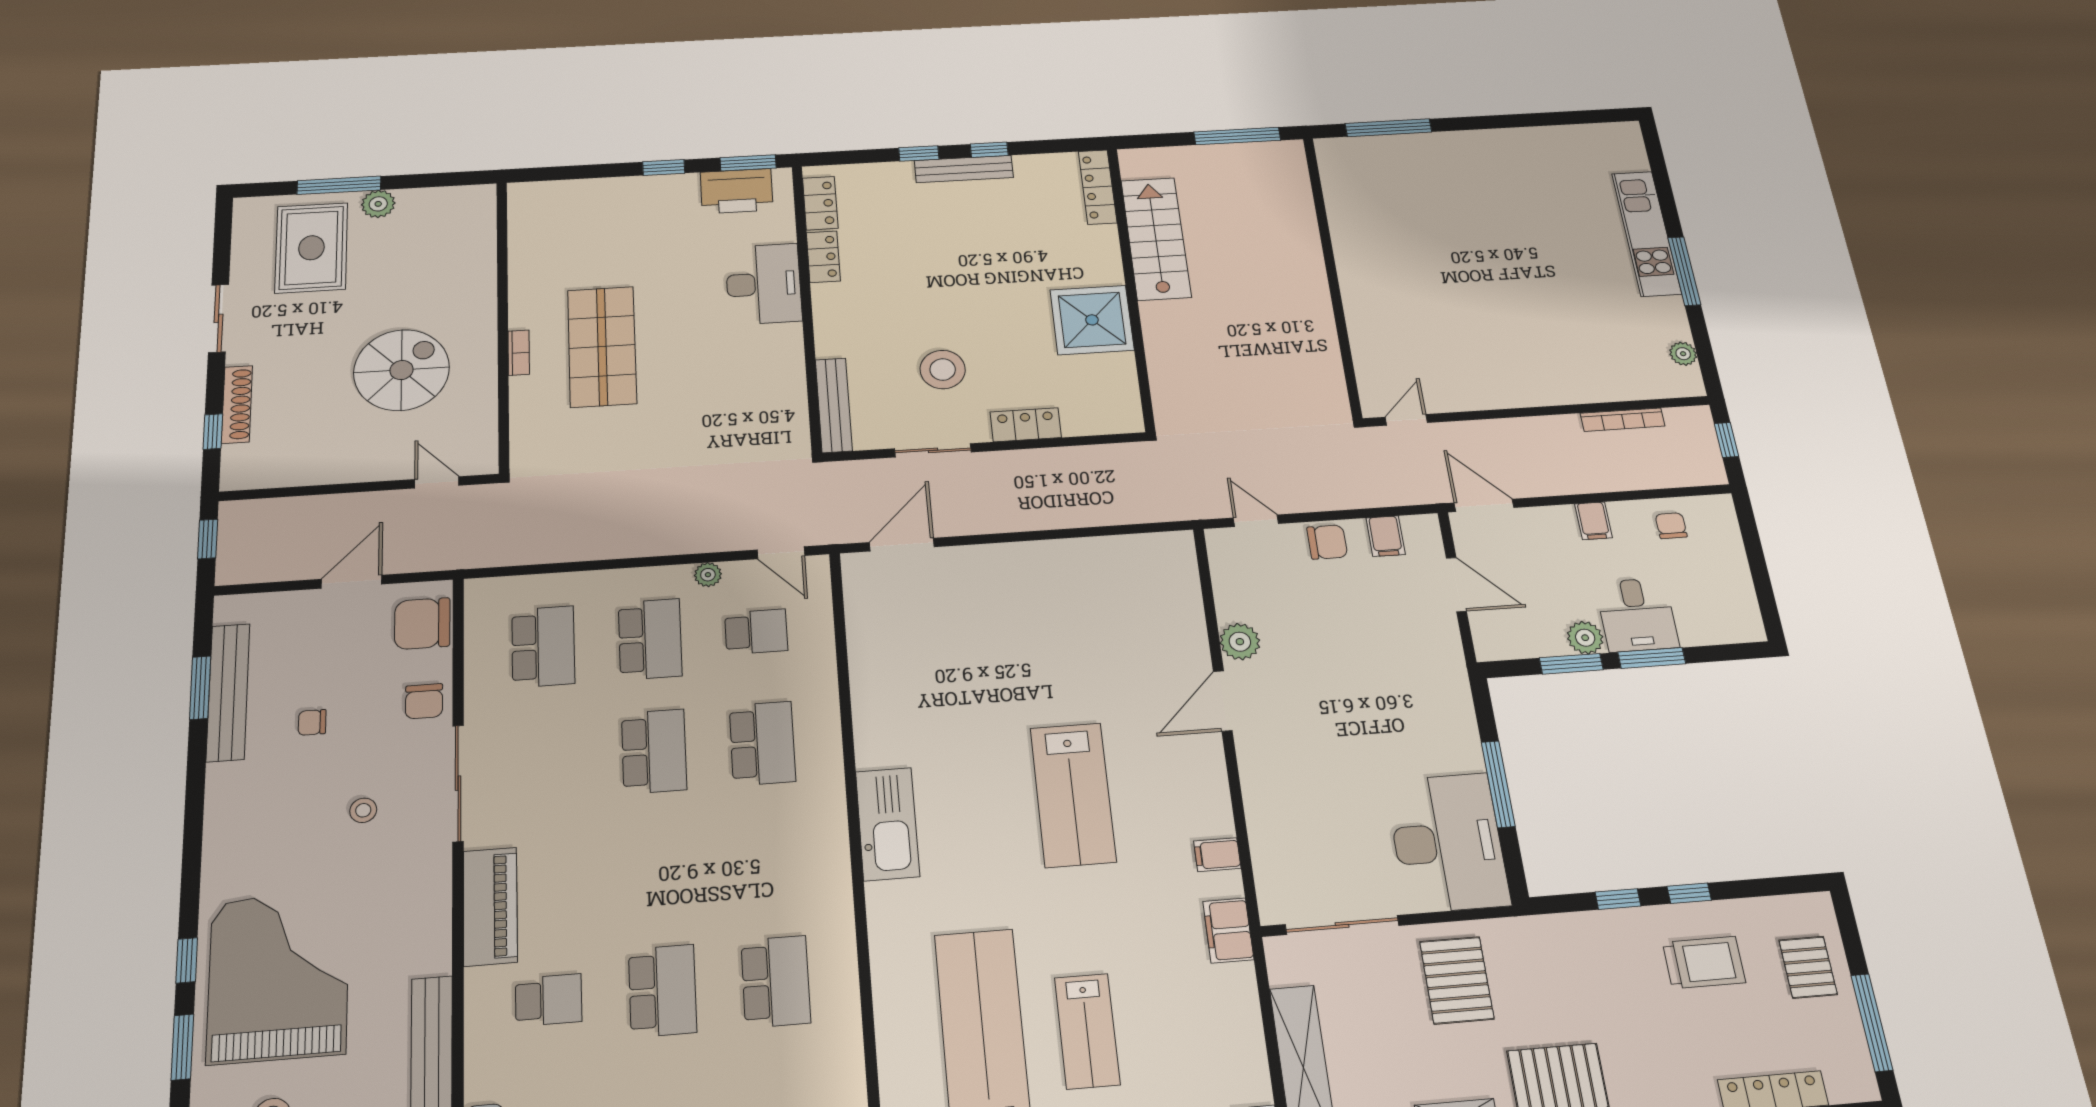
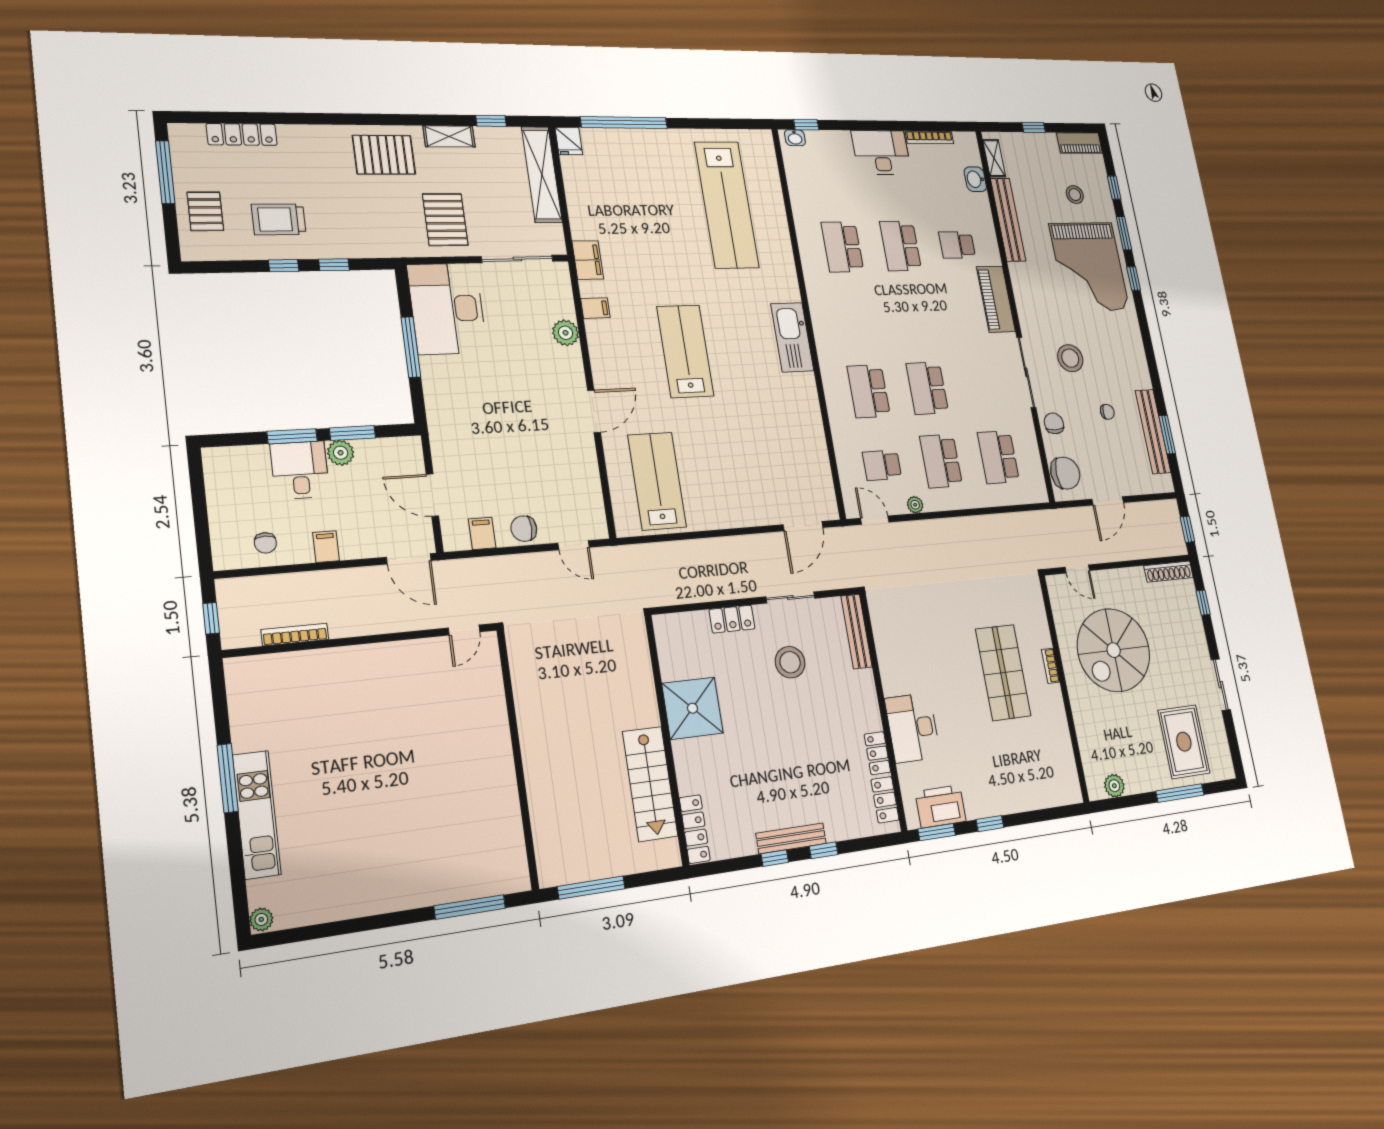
plant: (378, 204) -> (1114, 786), moved
plant: (1683, 354) -> (261, 919), moved
spiral stairs: (402, 370) -> (1114, 650), width x1.37, depth x1.37
shoe rack: (237, 404) -> (1169, 572), moved, turned -90
plant: (1240, 642) -> (566, 333), moved
stool: (363, 810) -> (1070, 358), width x1.89, depth x1.89
lab bench: (1087, 1031) -> (657, 481), moved, width x1.36, depth x1.39

